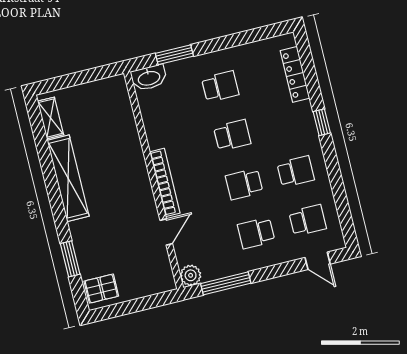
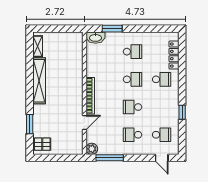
window: (322, 122) -> (182, 112), moved
school desk: (296, 171) -> (162, 79), moved

